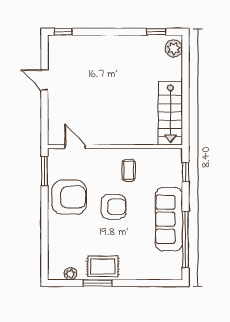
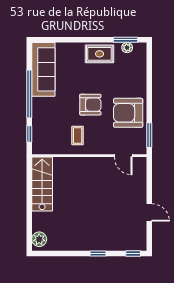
window: (156, 32) -> (98, 253), moved
armchair: (114, 207) -> (90, 105), turned 180
sofa: (169, 219) -> (43, 69), moved
window: (185, 239) -> (29, 94), moved
window: (98, 283) -> (125, 40), moved

